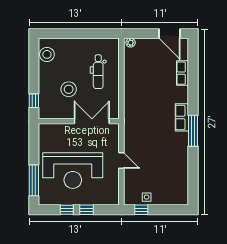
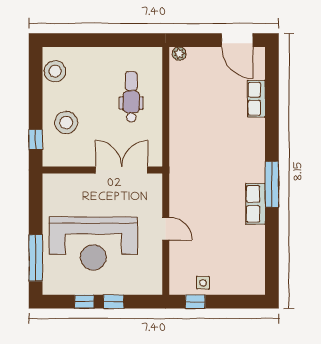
dental chair: (98, 72) -> (131, 97), turned 180
stool: (69, 89) -> (66, 123), moved
row of seats: (182, 117) -> (255, 204), moved

